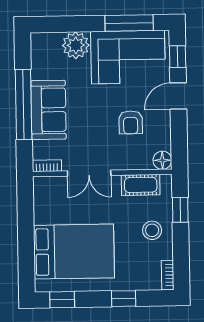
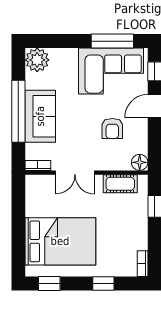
plant: (76, 45) -> (37, 60), moved
stool: (152, 230) -> (130, 224), removed

